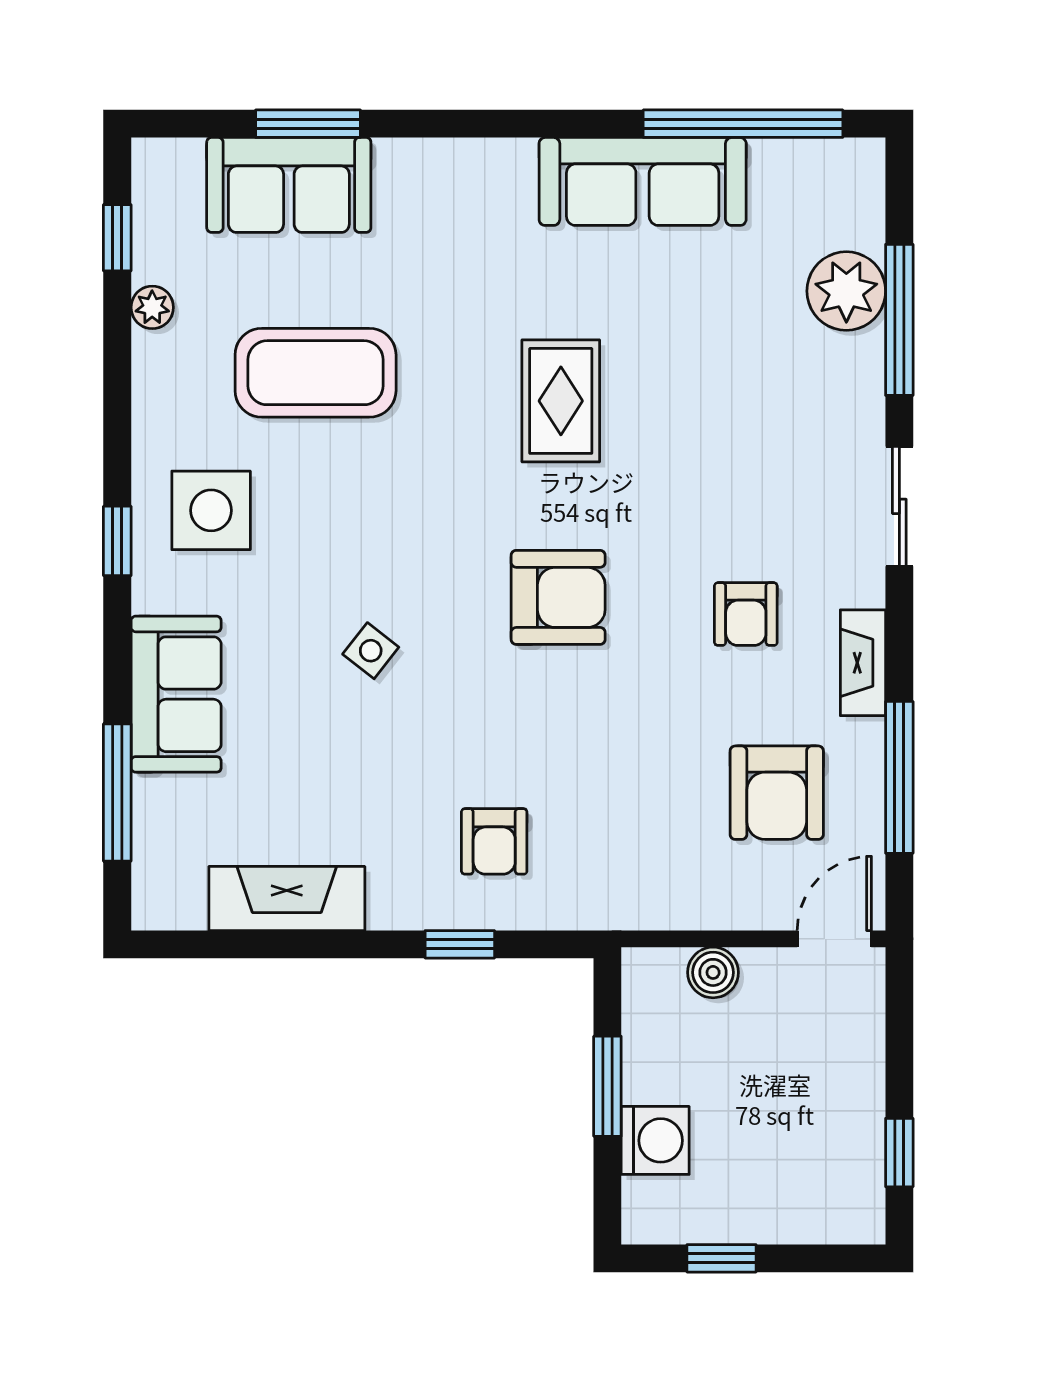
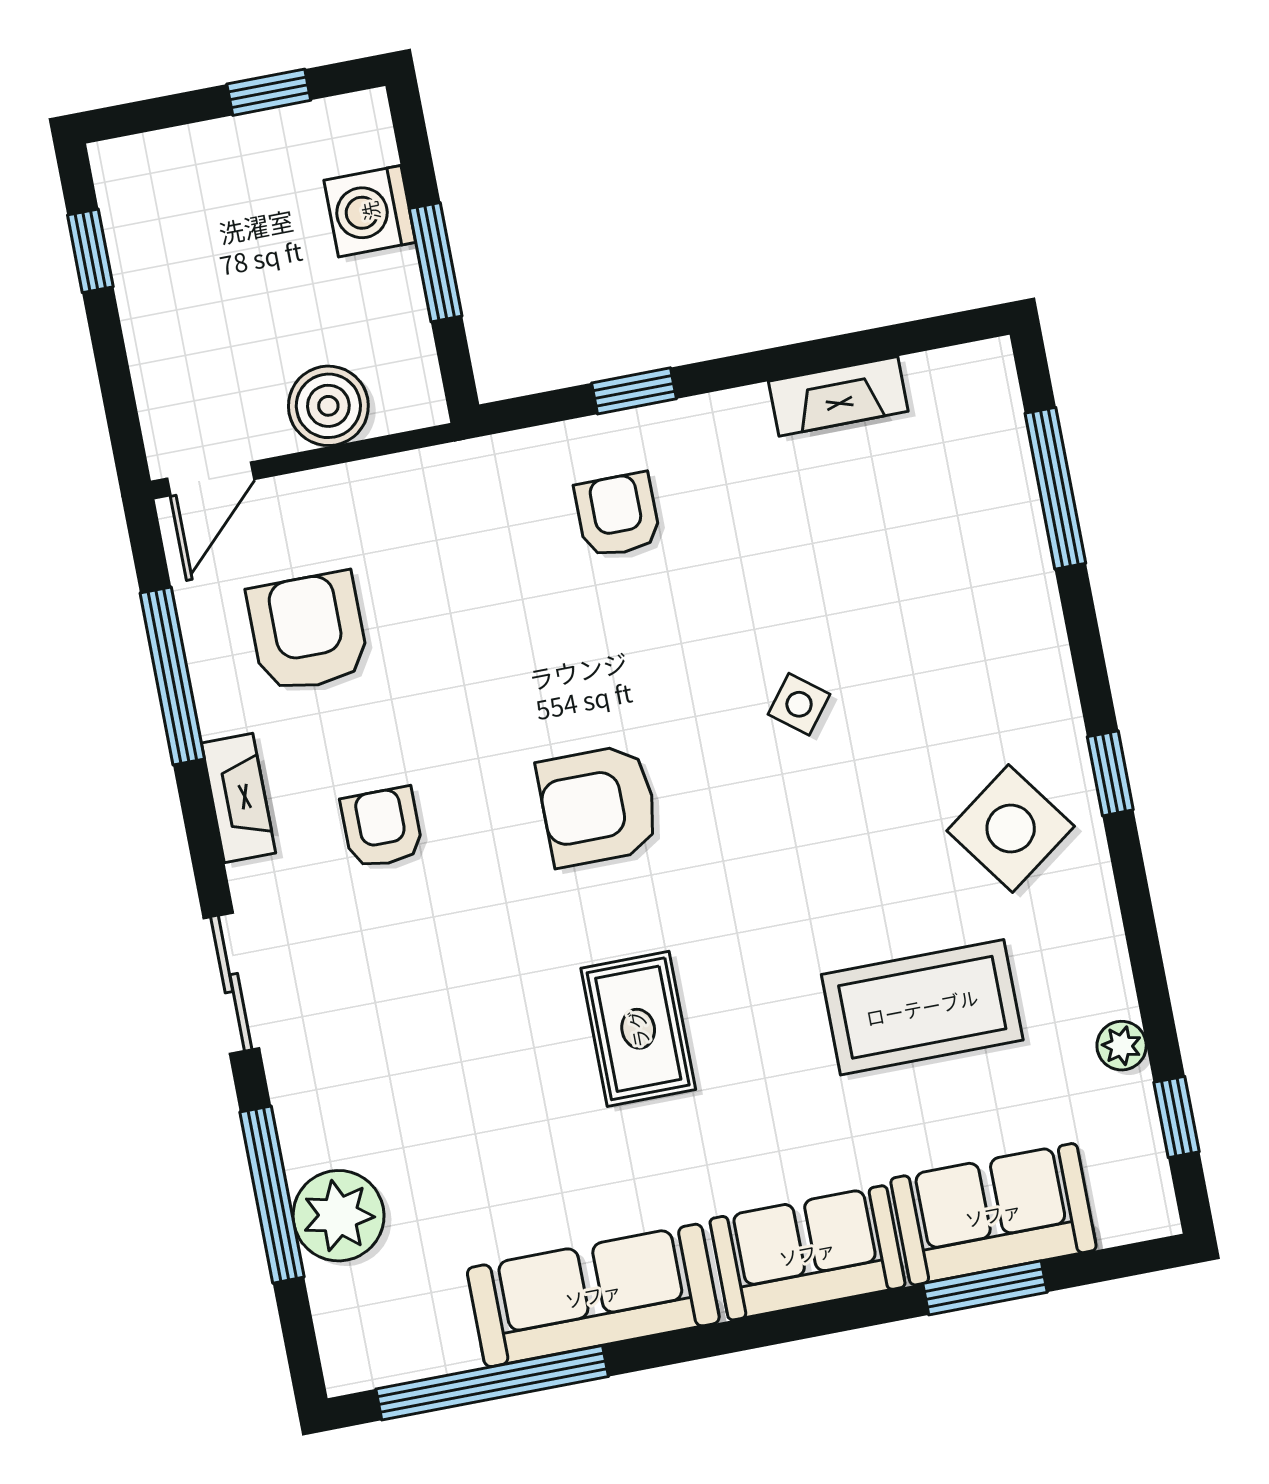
side table: (211, 510) -> (1011, 828), turned -36
sofa: (176, 694) -> (807, 1253), moved, turned 90
fireplace: (287, 899) -> (838, 396), width x0.73, depth x0.76
boiler: (713, 972) -> (328, 406), width x1.36, depth x1.36

